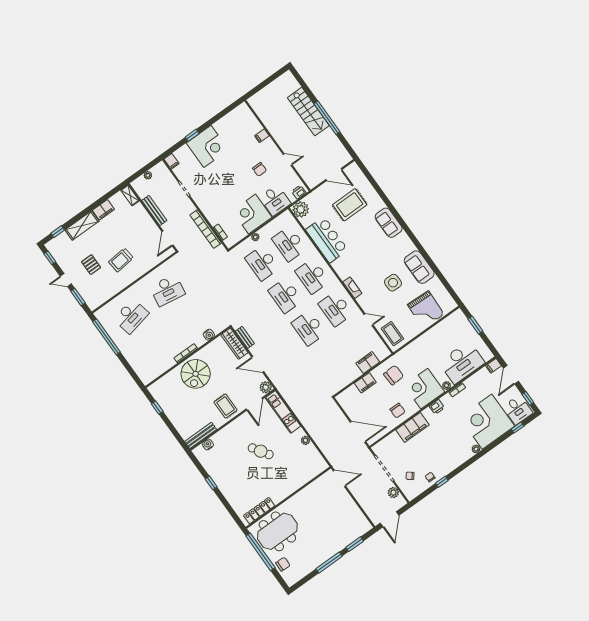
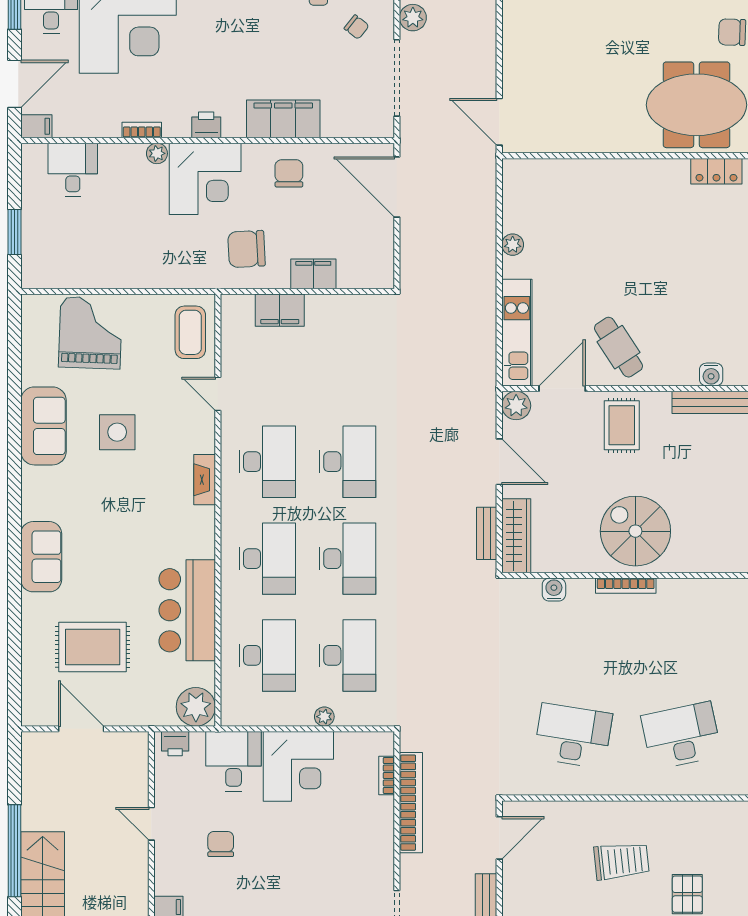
desk: (462, 362) -> (73, 170), width x0.53, depth x0.77
spiral stairs: (196, 374) -> (635, 531), turned -90
cafe table: (261, 451) -> (618, 347), moved
locker: (259, 511) -> (716, 171), width x0.66

